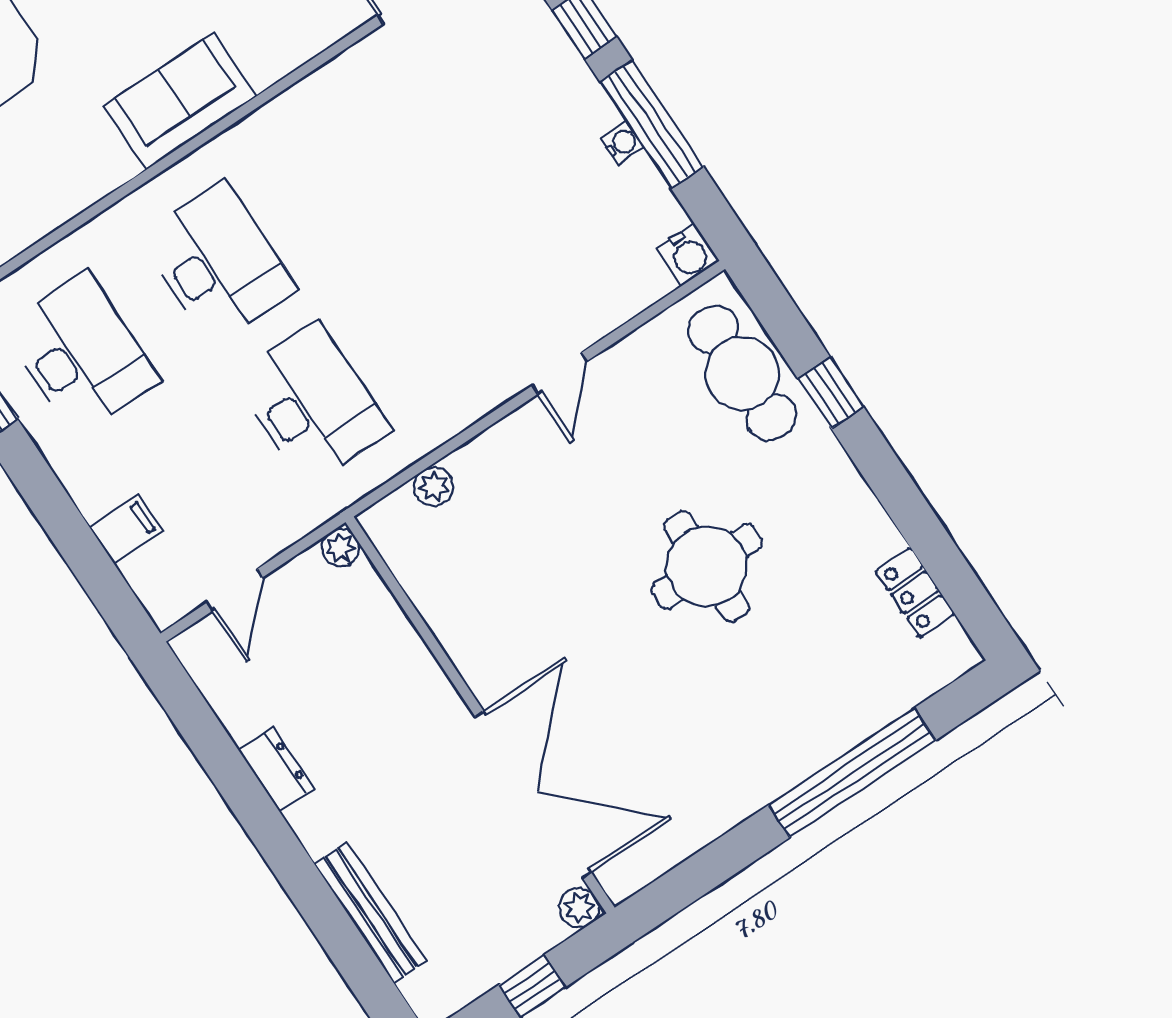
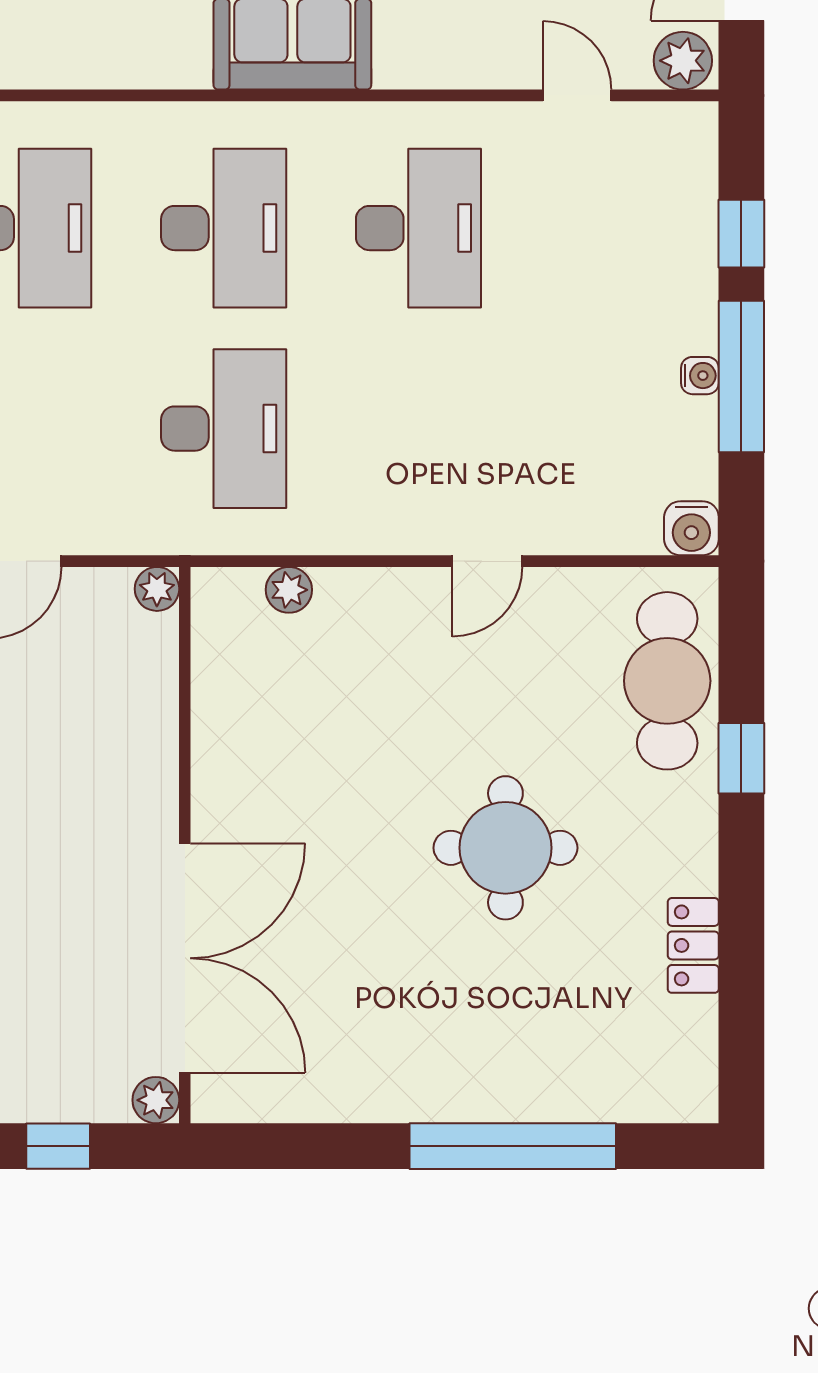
desk: (355, 171) -> (418, 228), added
locker: (915, 592) -> (693, 945), moved

